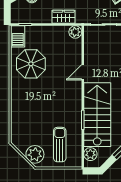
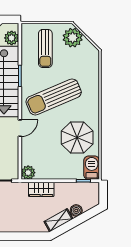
sun lounger: (52, 101) -> (54, 97), added

